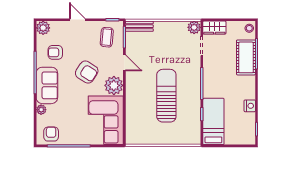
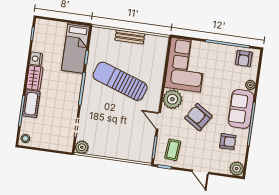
bench: (139, 26) -> (130, 37), moved
wardrobe: (214, 28) -> (34, 78), moved, turned 90
cot: (246, 57) -> (31, 104), width x0.73, depth x0.75
sun lounger: (166, 96) -> (120, 81), turned 109

